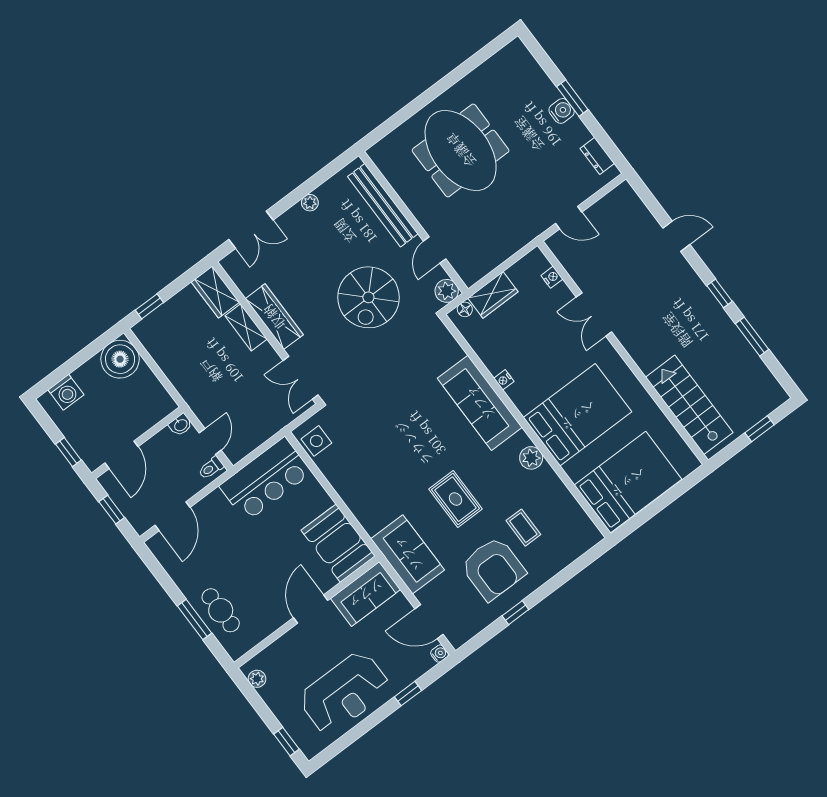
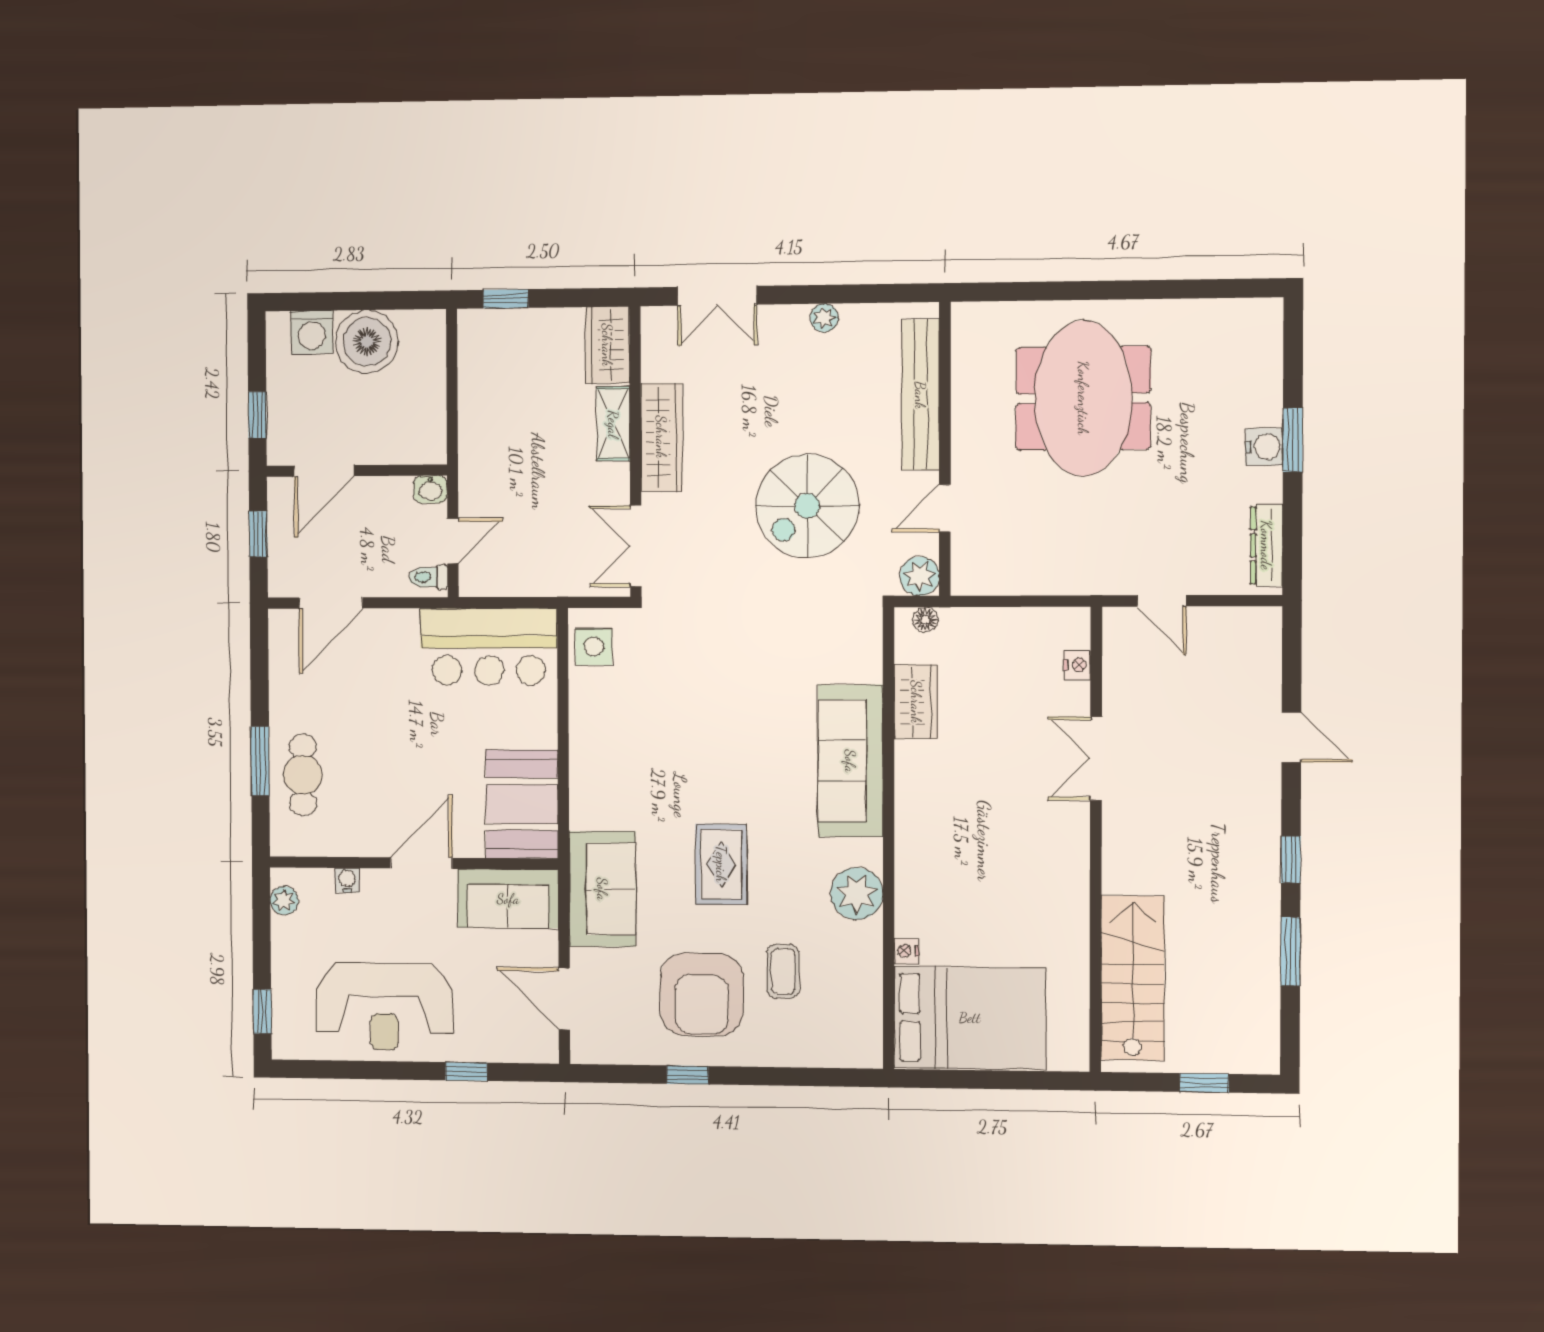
dresser: (597, 156) -> (1266, 545), width x1.44
wardrobe: (493, 295) -> (916, 702), moved, turned -90
boiler: (120, 359) -> (367, 342), moved
nightstand: (504, 380) -> (906, 951), moved
bed: (578, 415) -> (970, 876), removed
plant: (531, 458) -> (857, 894), width x1.36, depth x1.36
water cooler: (440, 654) -> (347, 880), moved, turned -90

